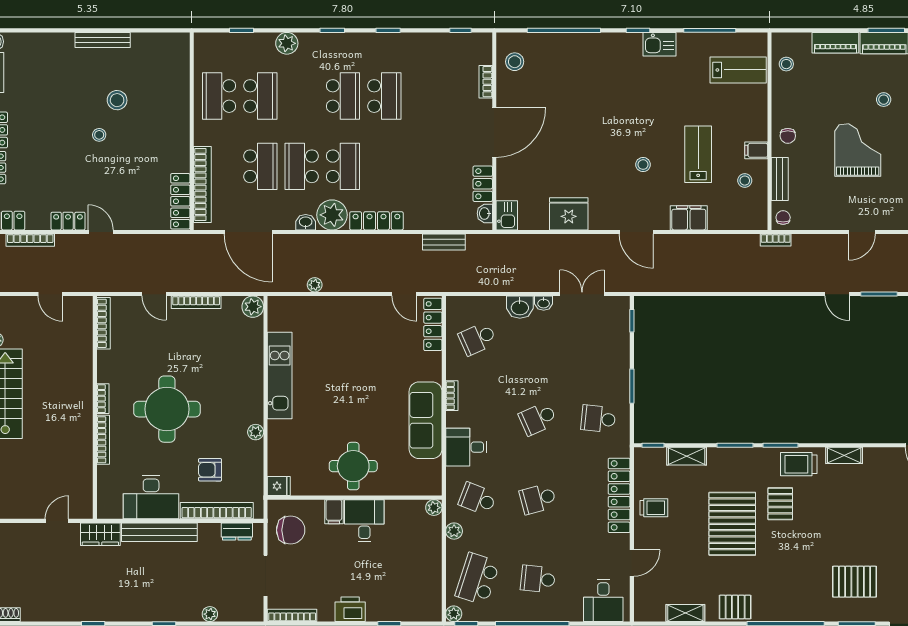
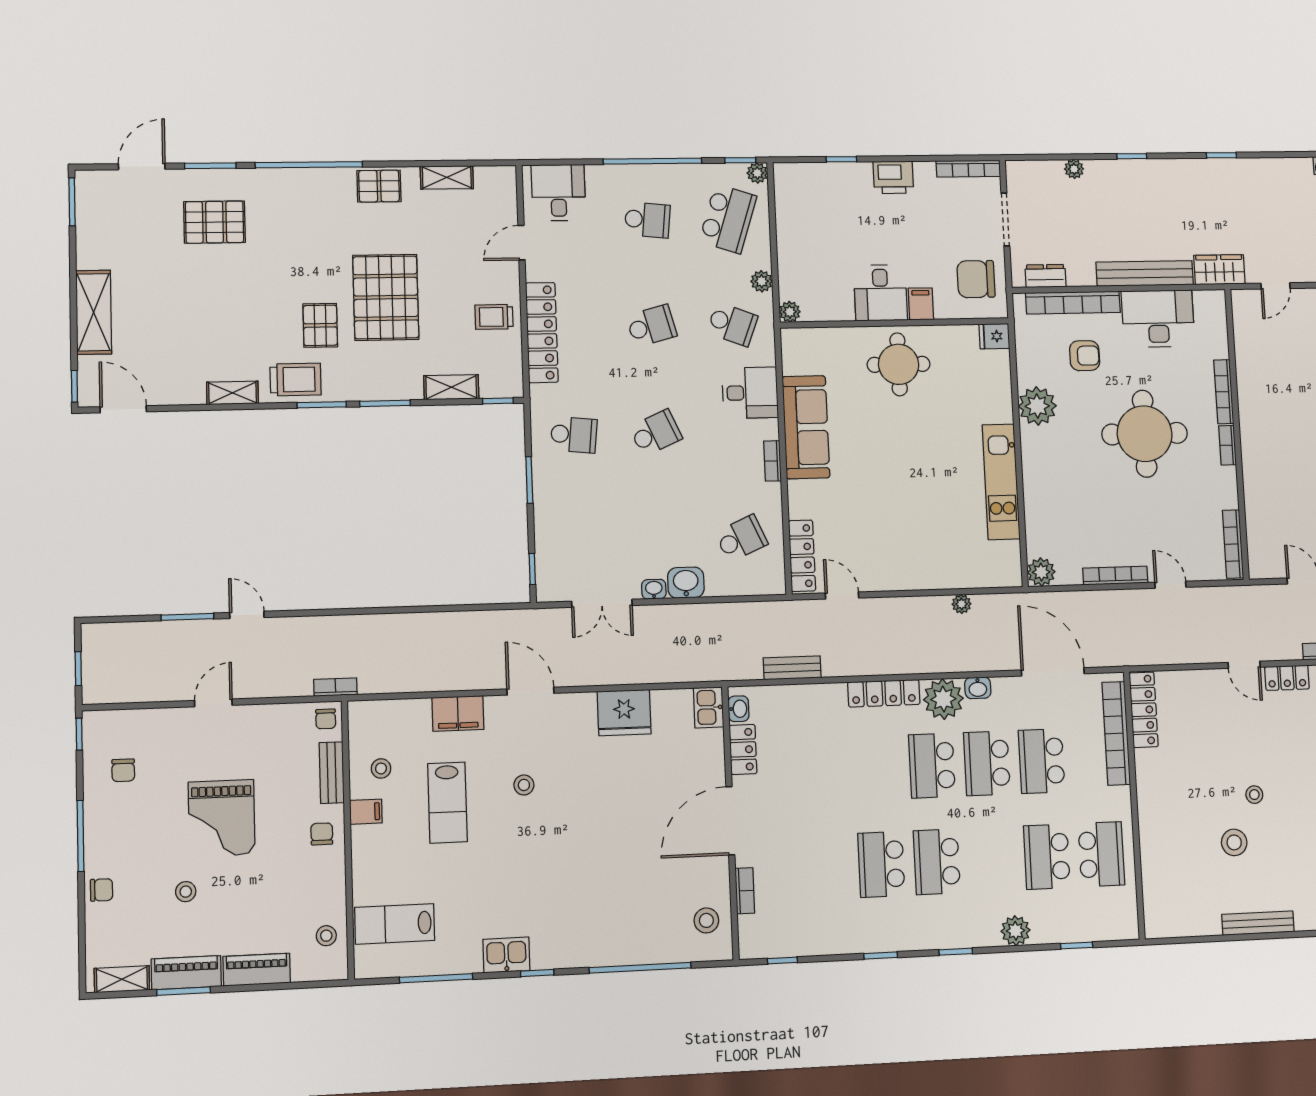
school desk: (302, 166) -> (987, 763), turned 180
plant: (256, 432) -> (1037, 406), width x1.88, depth x1.88

